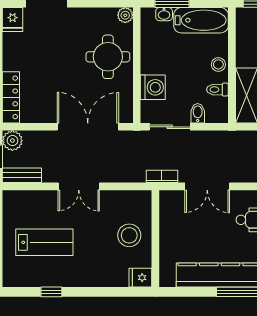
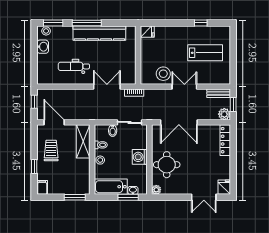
washing machine: (153, 87) -> (140, 157), moved
stool: (129, 235) -> (163, 74), moved
lab bench: (44, 242) -> (205, 53), turned 180

